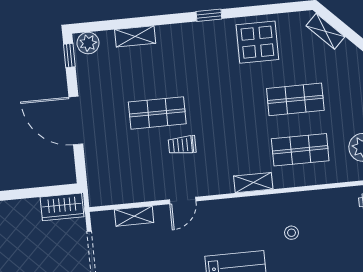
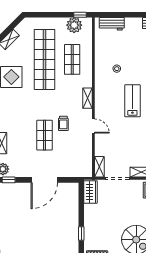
shop shelf: (295, 99) -> (45, 59), width x2.00, depth x1.36
shelving: (253, 183) -> (87, 98), moved
shelving: (134, 216) -> (99, 167), moved

